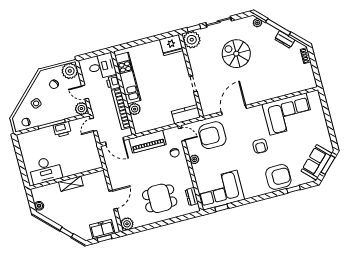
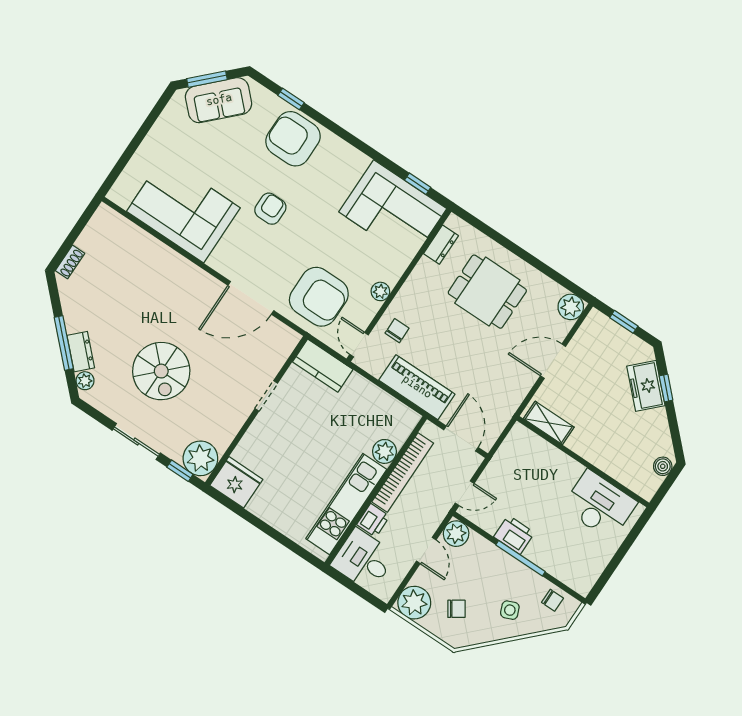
dresser: (285, 40) -> (81, 352), moved
shelving: (71, 184) -> (549, 423), moved
freezer: (102, 229) -> (646, 386), moved, turned 45

